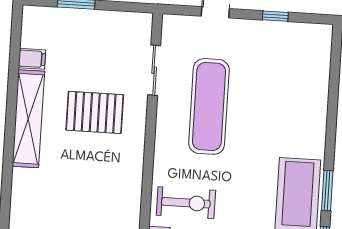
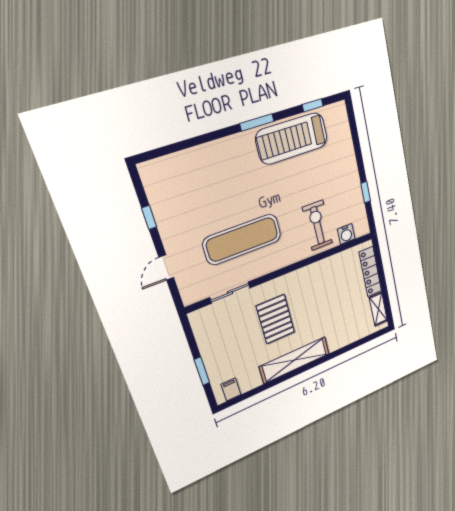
filing cabinet: (32, 59) -> (231, 389), moved
window: (327, 191) -> (257, 122), moved

